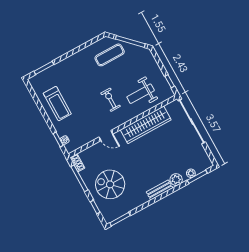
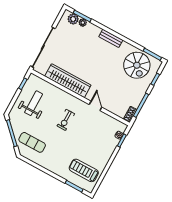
weight bench: (141, 94) -> (34, 103), moved, turned -90
treadmill: (57, 104) -> (84, 170), moved, turned -90
plant: (176, 180) -> (73, 19), moved
spiral stairs: (110, 184) -> (137, 65), moved

